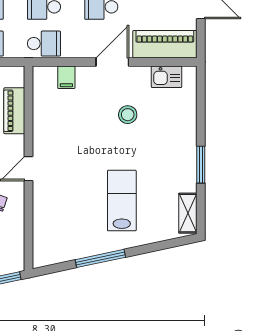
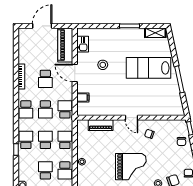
lab bench: (122, 201) -> (149, 68), width x1.36, depth x1.39

